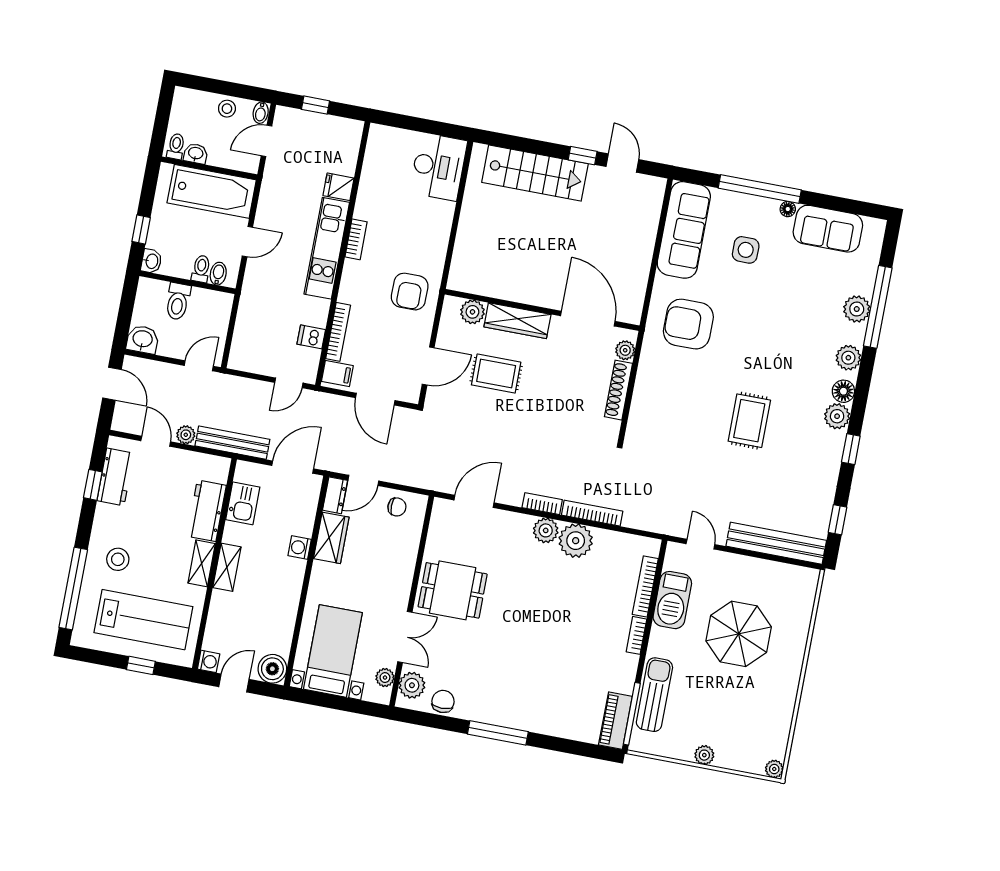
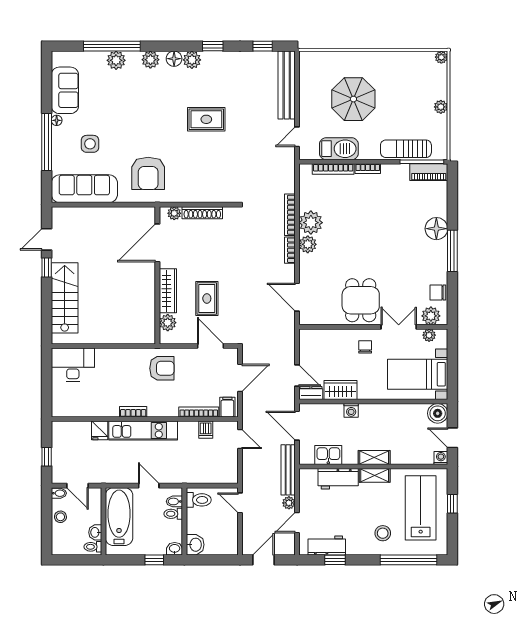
toilet: (178, 301) -> (199, 500), moved
washbasin: (143, 339) -> (195, 545), moved, turned 180
chair: (397, 507) -> (365, 347), moved
floor lamp: (534, 716) -> (436, 229), added

